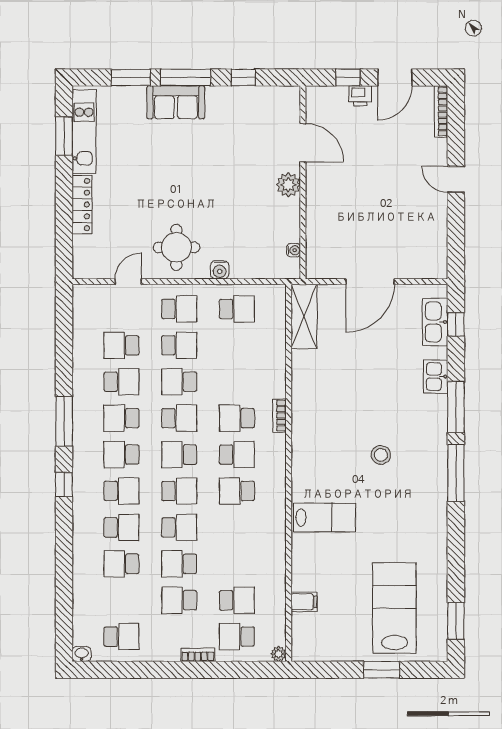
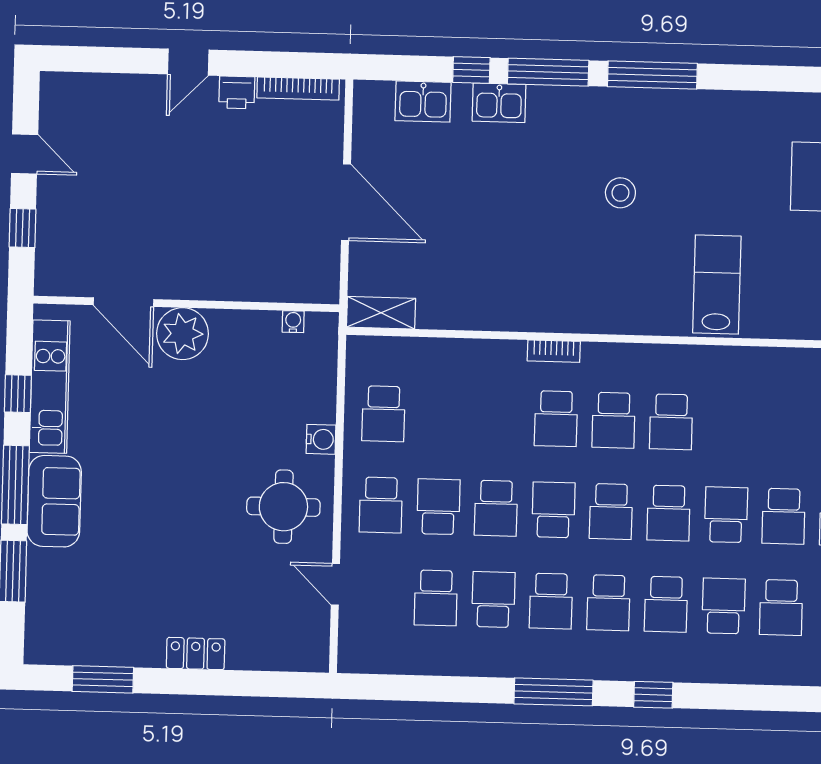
door: (395, 77) -> (25, 154), width x0.73
printer: (360, 96) -> (237, 92), moved, turned 90
bookcase: (441, 112) -> (298, 89), moved
kitchen unit: (84, 132) -> (50, 387), moved, turned 90
door: (303, 143) -> (123, 302), swing flipped
plant: (288, 185) -> (182, 334), width x1.36, depth x1.36
locker: (82, 205) -> (196, 654), width x0.66
school desk: (179, 309) -> (381, 505), turned 180
school desk: (237, 309) -> (383, 414), turned 180
shelving: (304, 316) -> (381, 313), width x0.67, depth x0.75
kitchen sink: (435, 322) -> (423, 101), width x0.73
window: (456, 324) -> (471, 70), moved
school desk: (237, 455) -> (614, 420), turned 180
school desk: (121, 491) -> (666, 604), turned 180
school desk: (179, 491) -> (669, 513), turned 180

